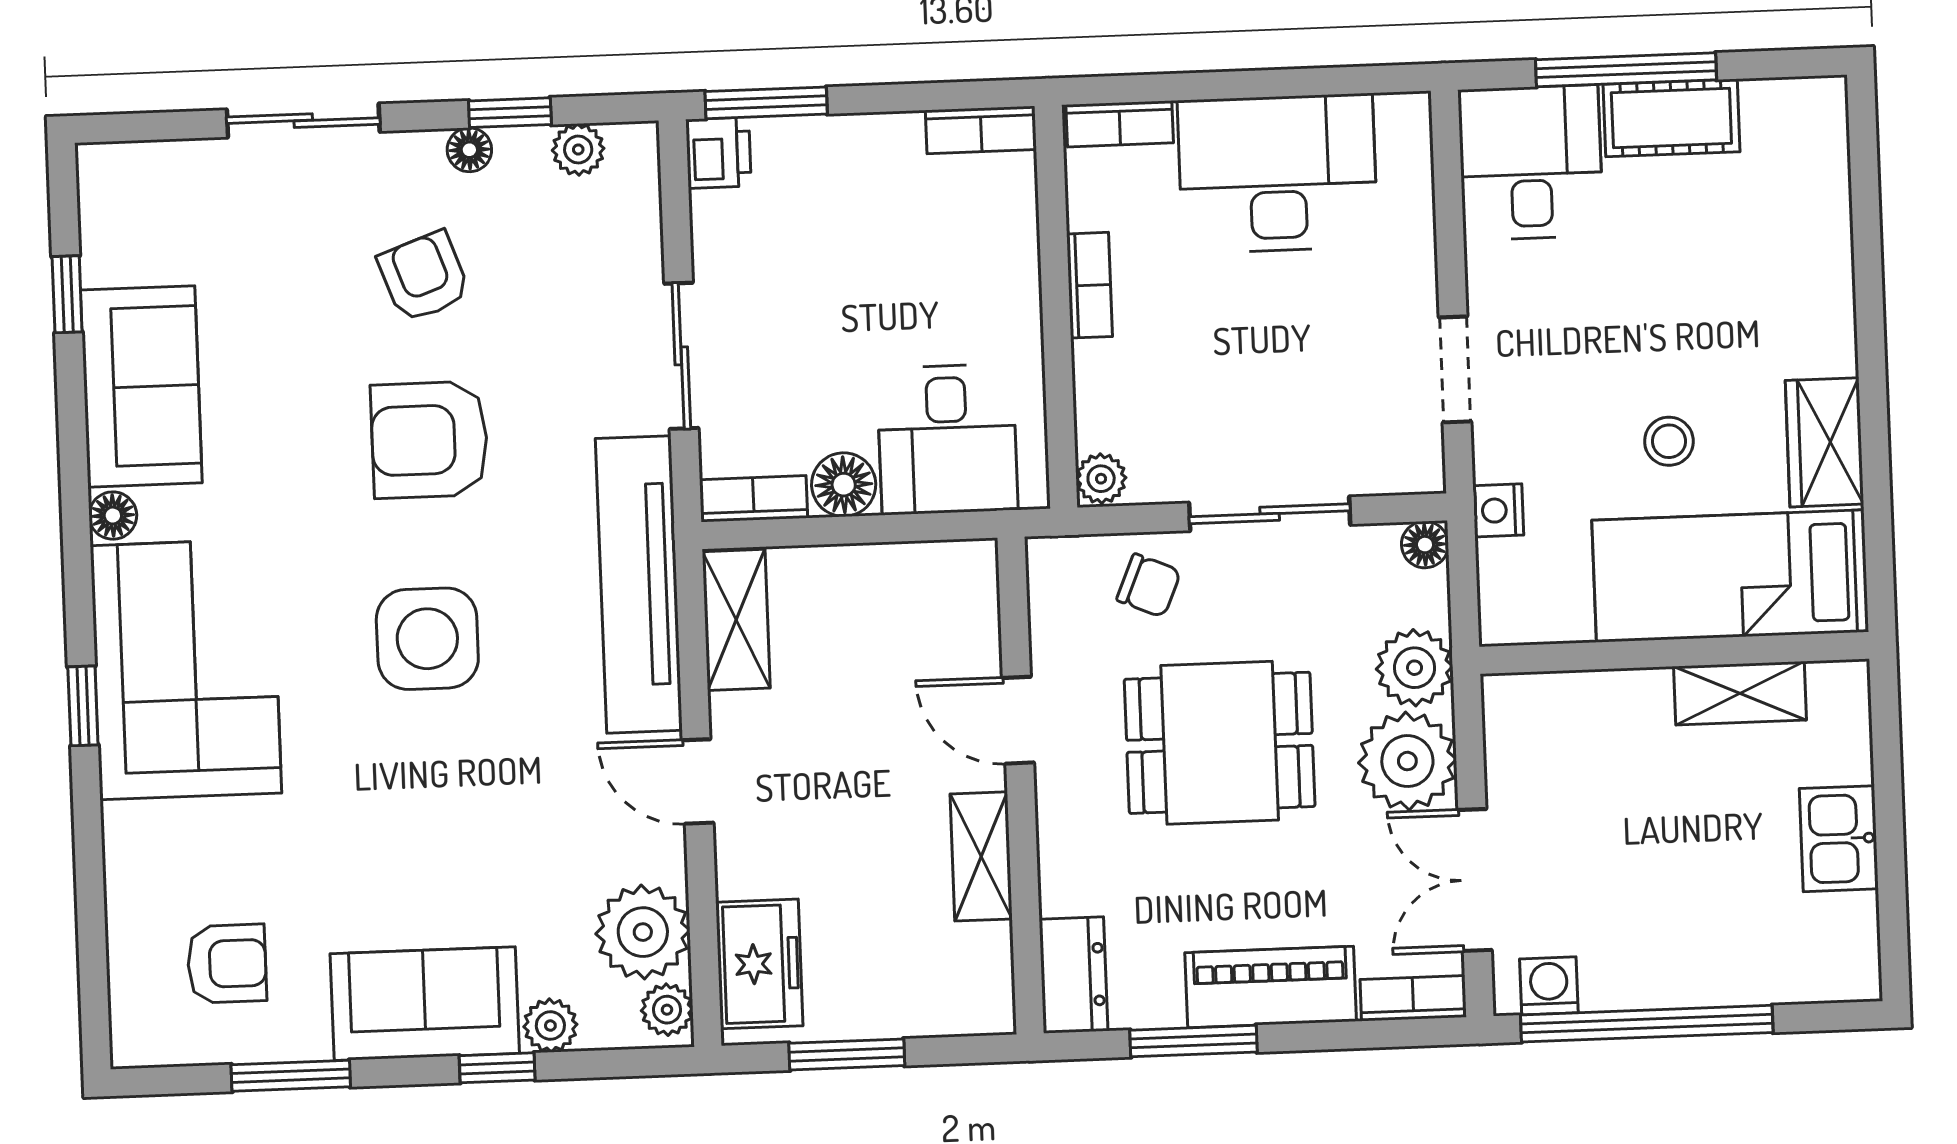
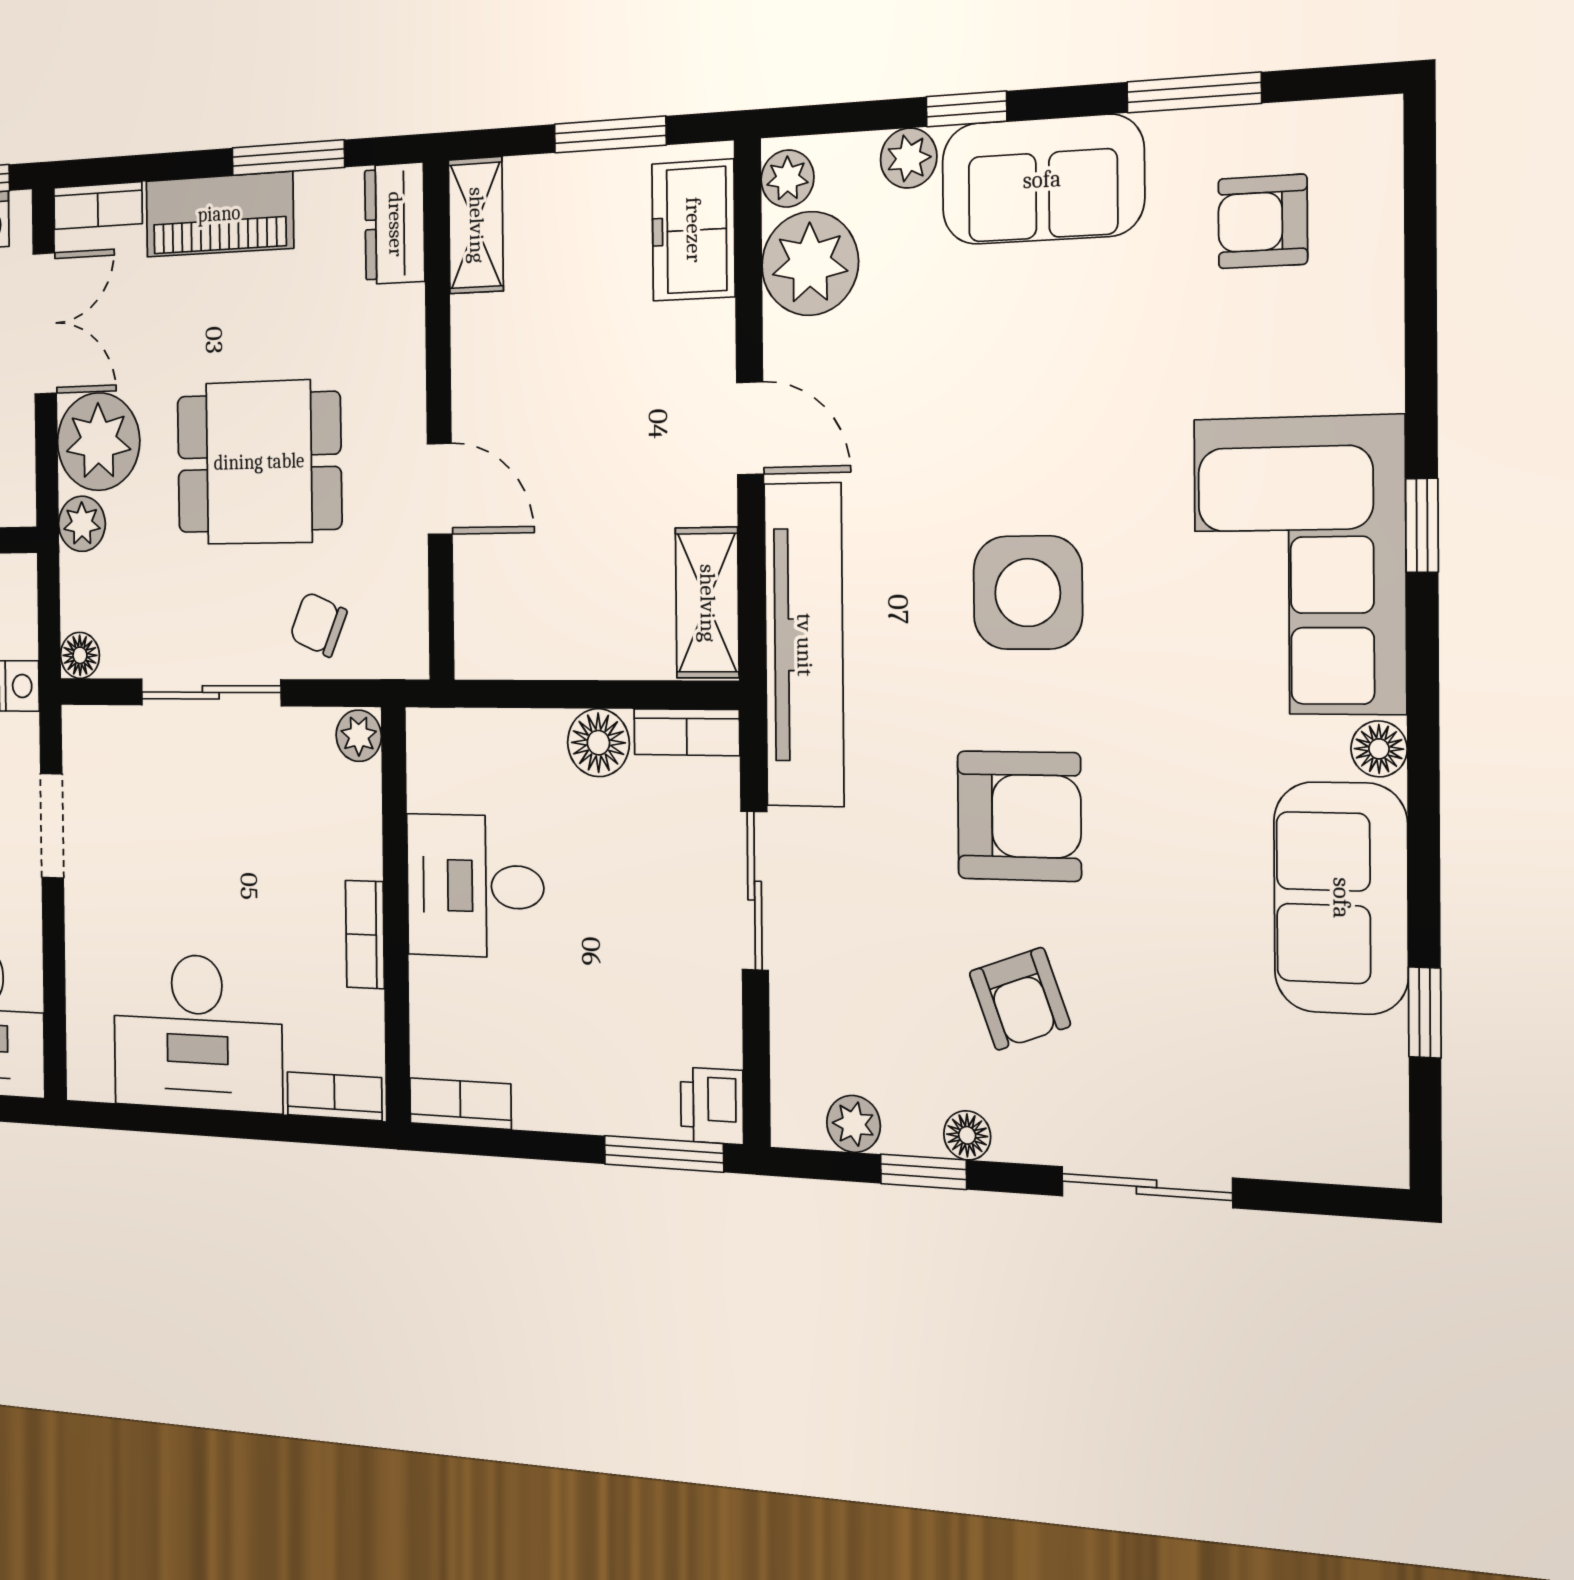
desk: (947, 439) -> (475, 886), moved, turned -90
plant: (1415, 668) -> (82, 524), width x0.73, depth x0.73
shelving: (981, 856) -> (476, 225), moved

